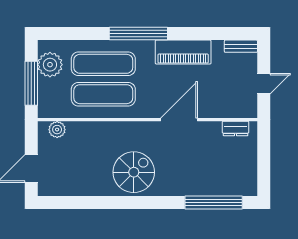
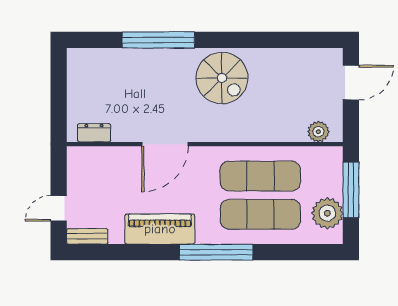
door: (264, 84) -> (59, 208), moved
spiral stairs: (134, 172) -> (222, 78), turned -90
window: (214, 202) -> (158, 40), moved

